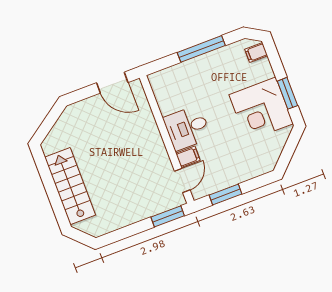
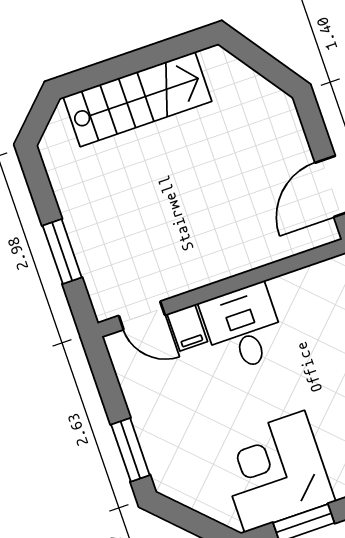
window: (226, 194) -> (130, 450), moved
window: (168, 216) -> (62, 252), moved

